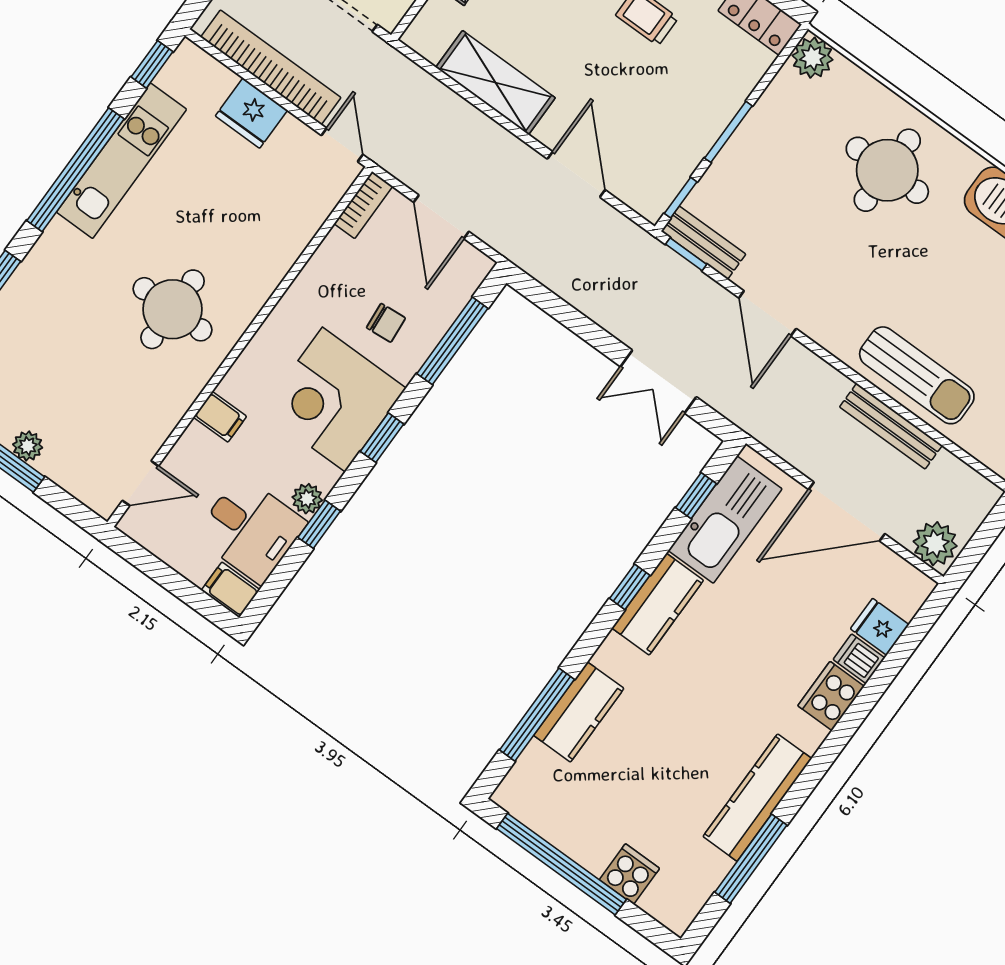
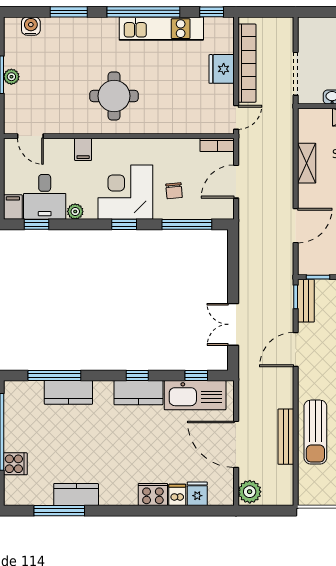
shelving: (495, 83) -> (307, 163), width x0.67, depth x0.75
window: (319, 524) -> (37, 224), moved
kitchen counter: (757, 798) -> (76, 495), width x0.67

